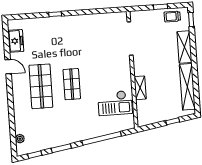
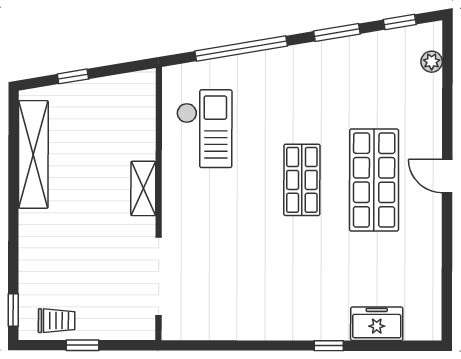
freezer: (16, 41) -> (377, 324), moved, turned 90
shelving: (184, 47) -> (33, 248), removed
door: (8, 67) -> (447, 176), moved
shelving: (140, 88) -> (143, 188), moved
checkout: (115, 103) -> (204, 129), turned 90

